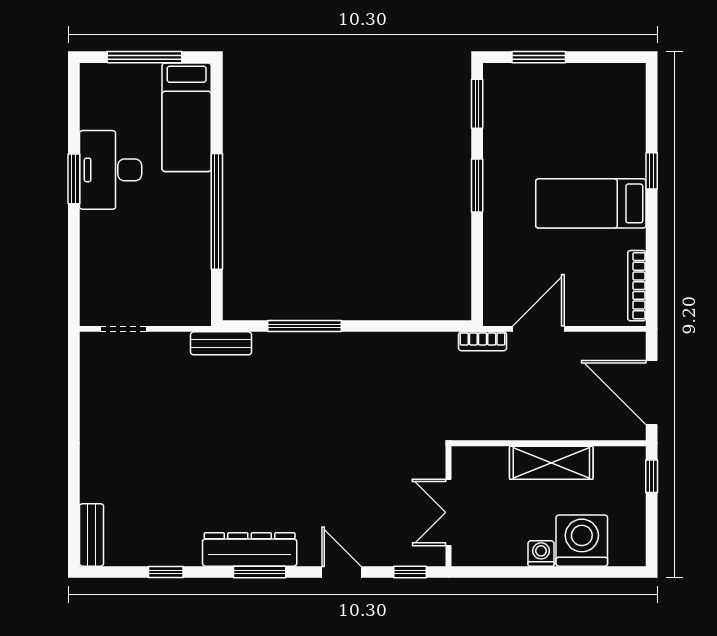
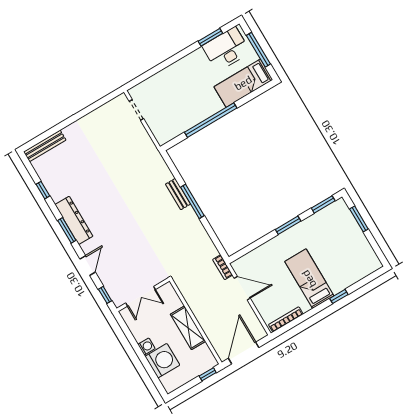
desk: (111, 170) -> (226, 49), moved
window: (74, 179) -> (210, 37), moved
window: (304, 326) -> (192, 201), moved
bench: (221, 343) -> (178, 194), moved
double door: (448, 512) -> (141, 296), swing flipped
bench: (91, 535) -> (45, 146), width x1.36

